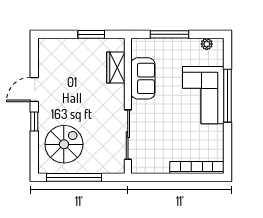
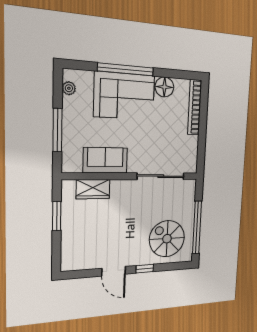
floor lamp: (214, 135) -> (164, 87), added

